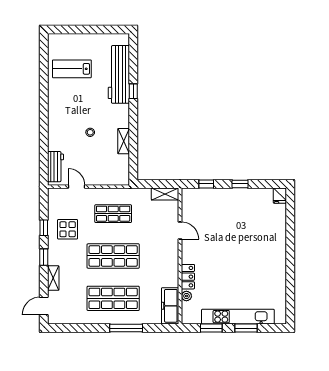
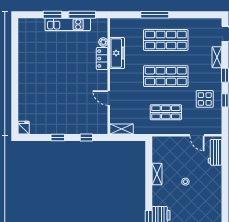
freezer: (170, 306) -> (117, 53), moved
kitchen unit: (238, 317) -> (68, 24), width x0.73
window: (211, 328) -> (82, 15), width x1.44

